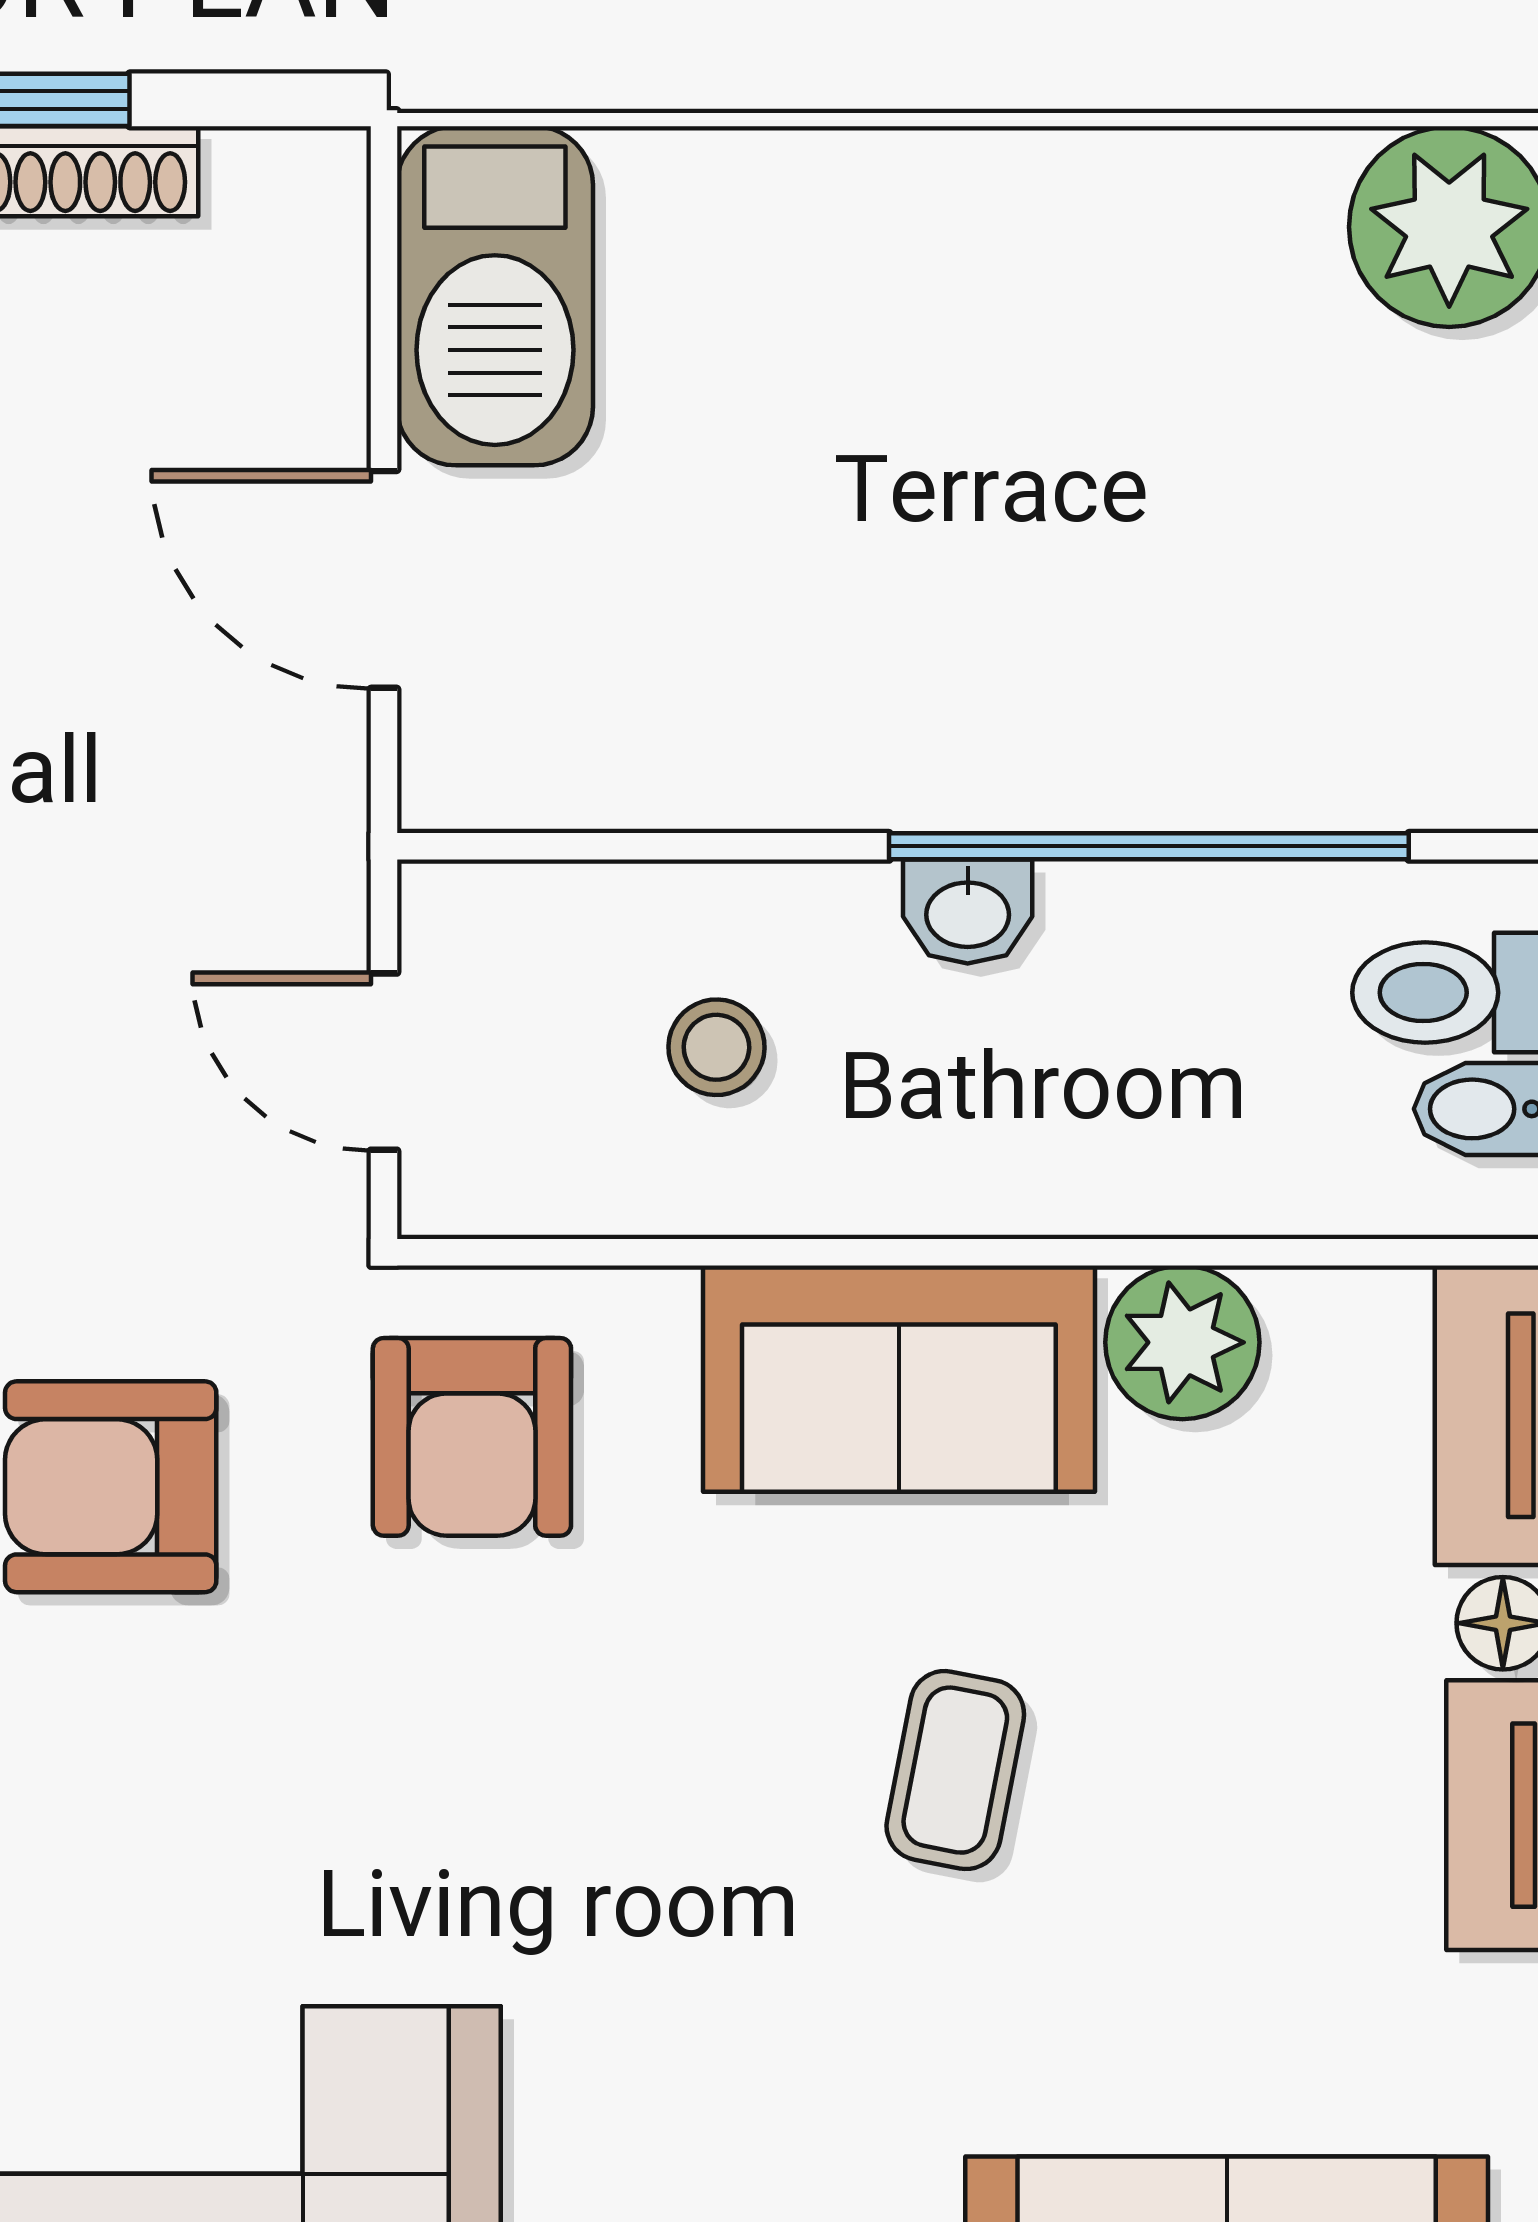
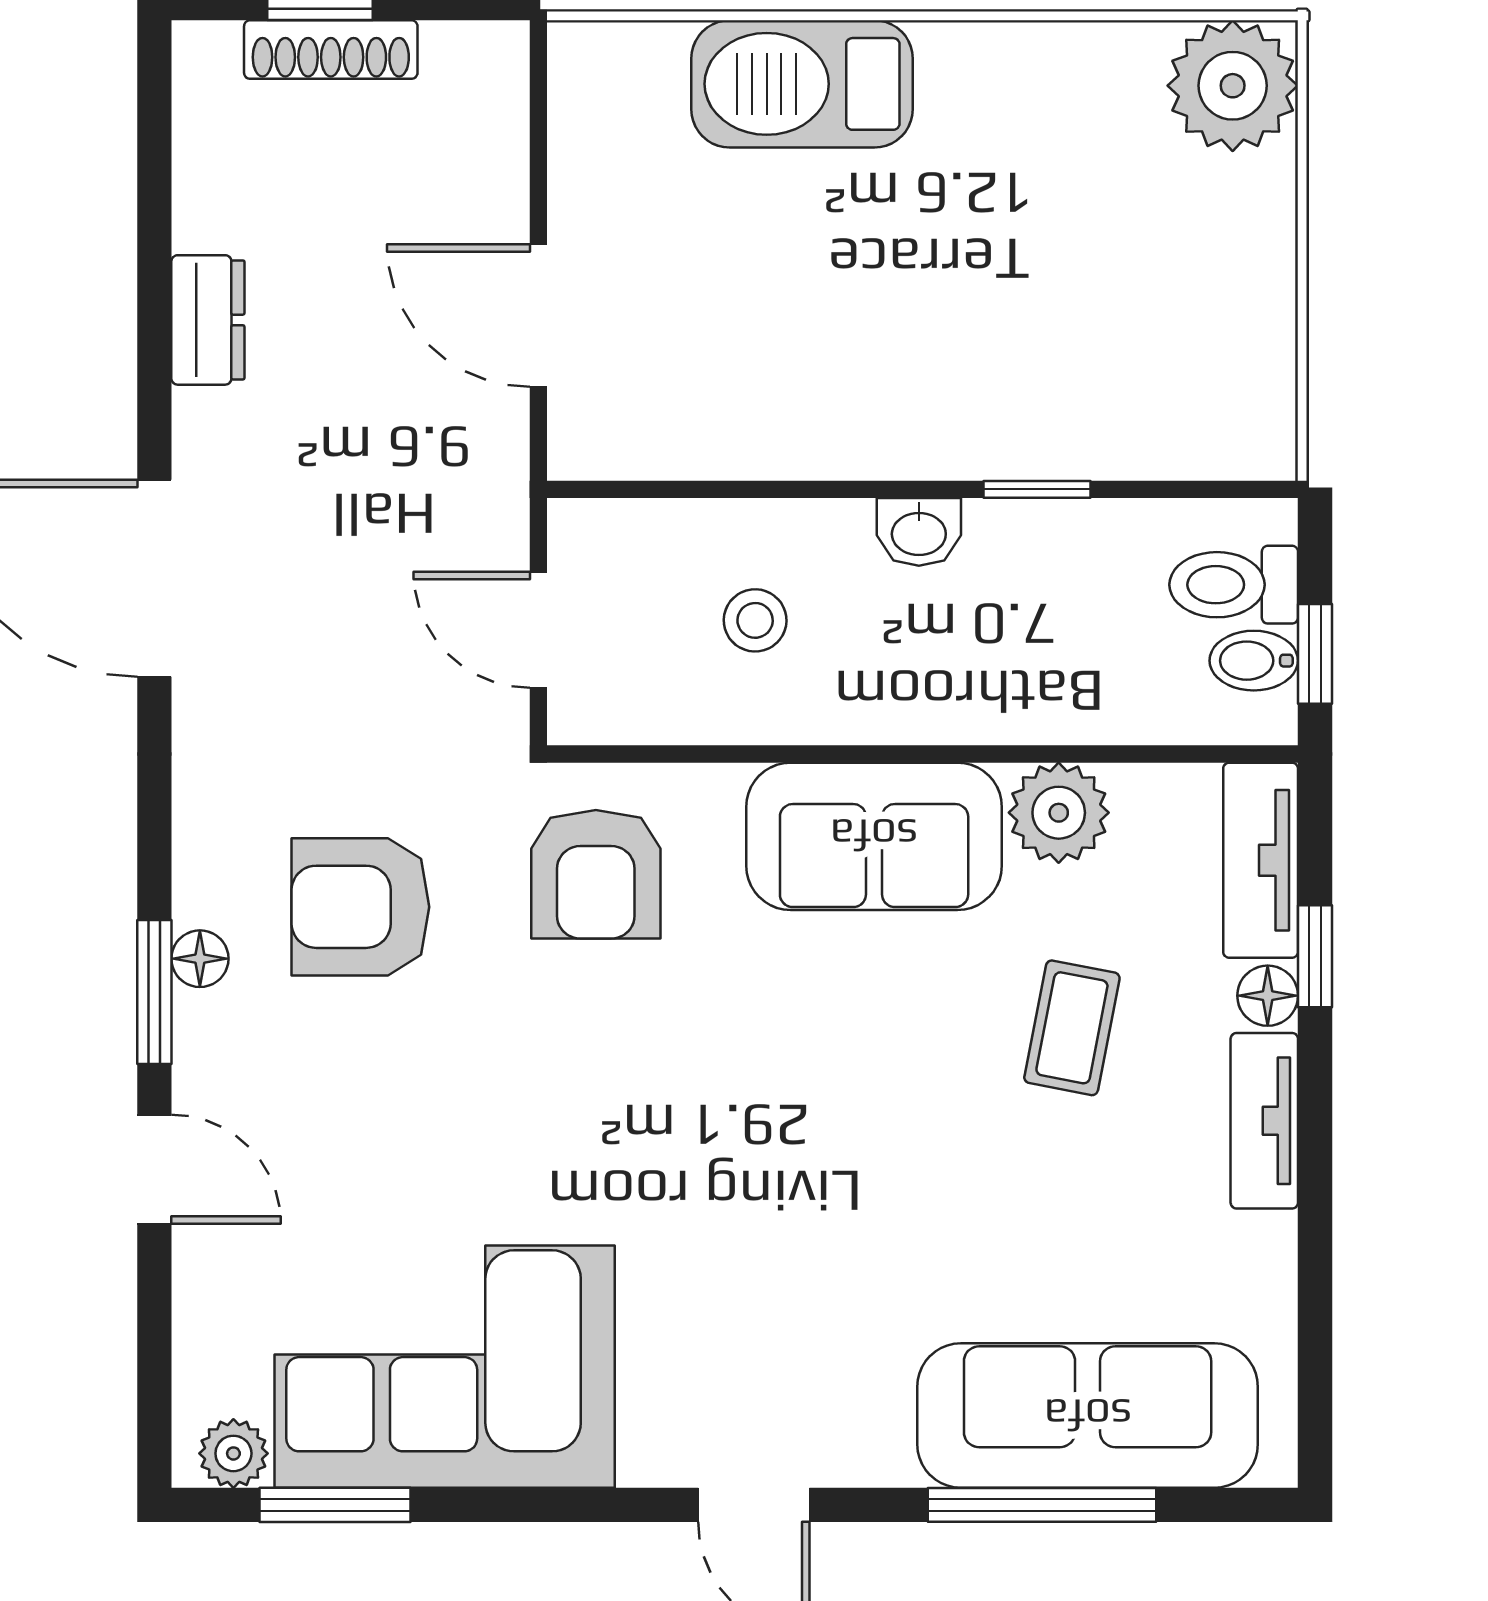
barbecue: (495, 296) -> (802, 84), moved, turned 90
window: (1149, 846) -> (1037, 489), width x0.32
coffee table: (955, 1770) -> (1072, 1028), moved

